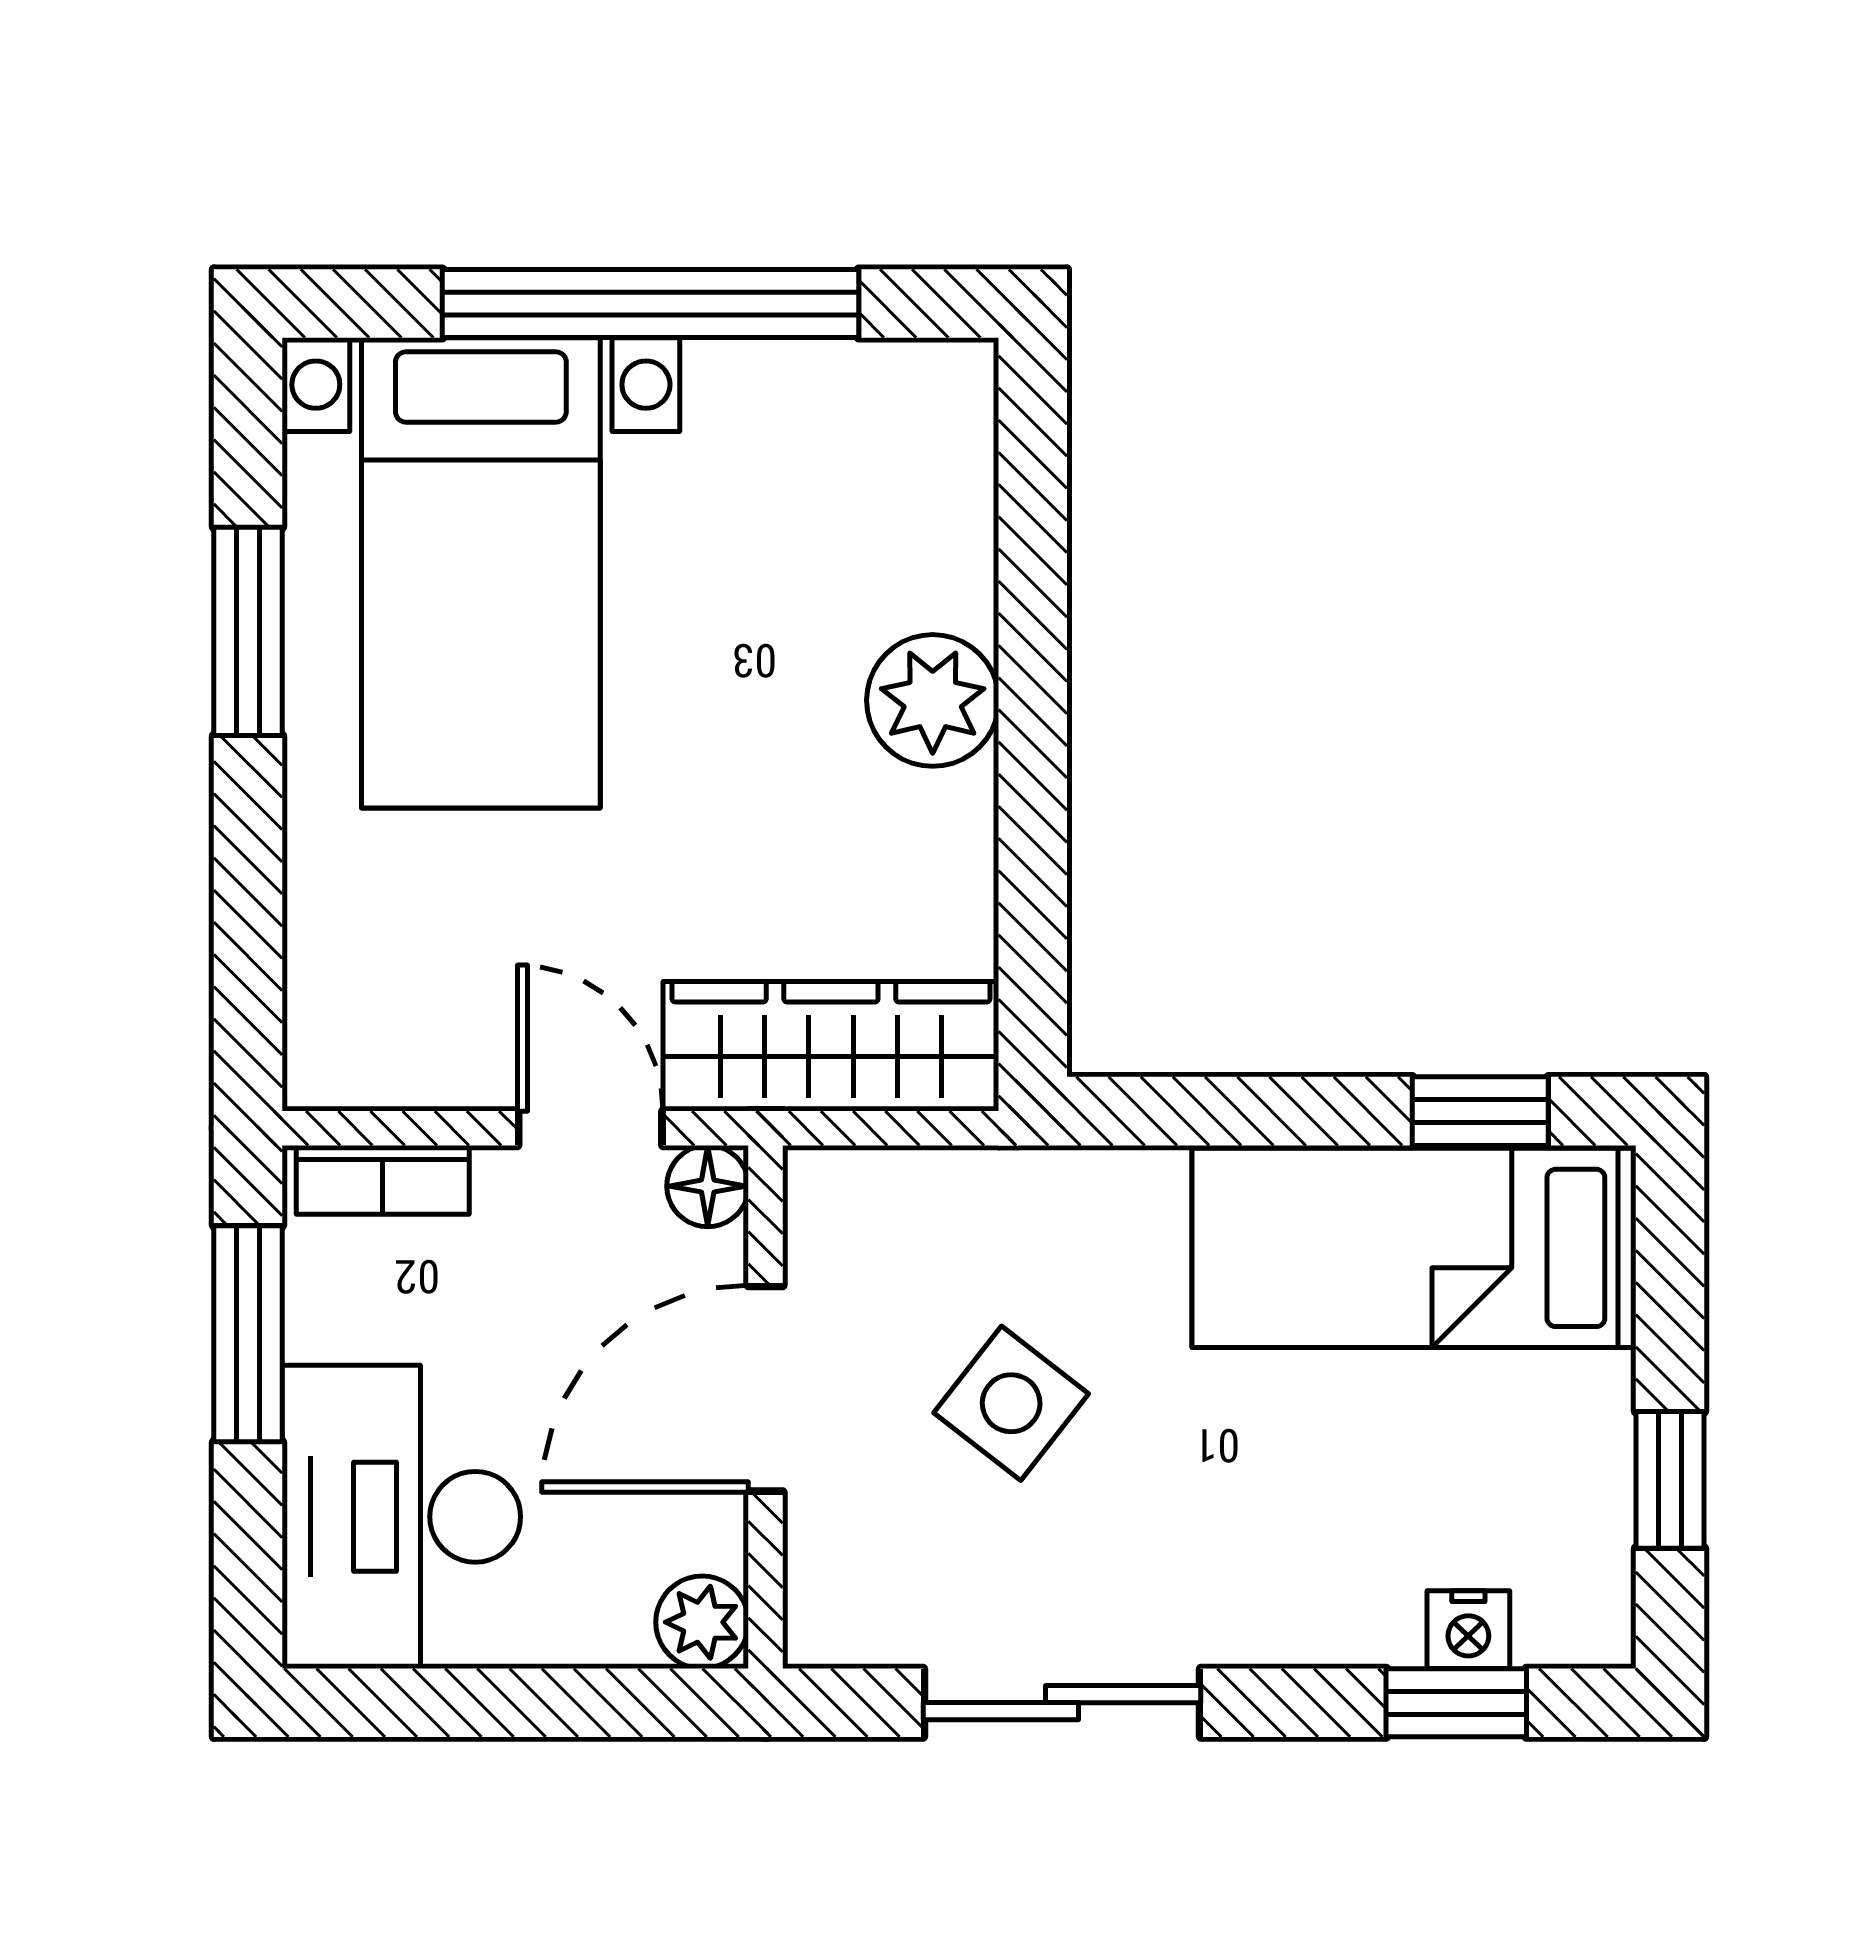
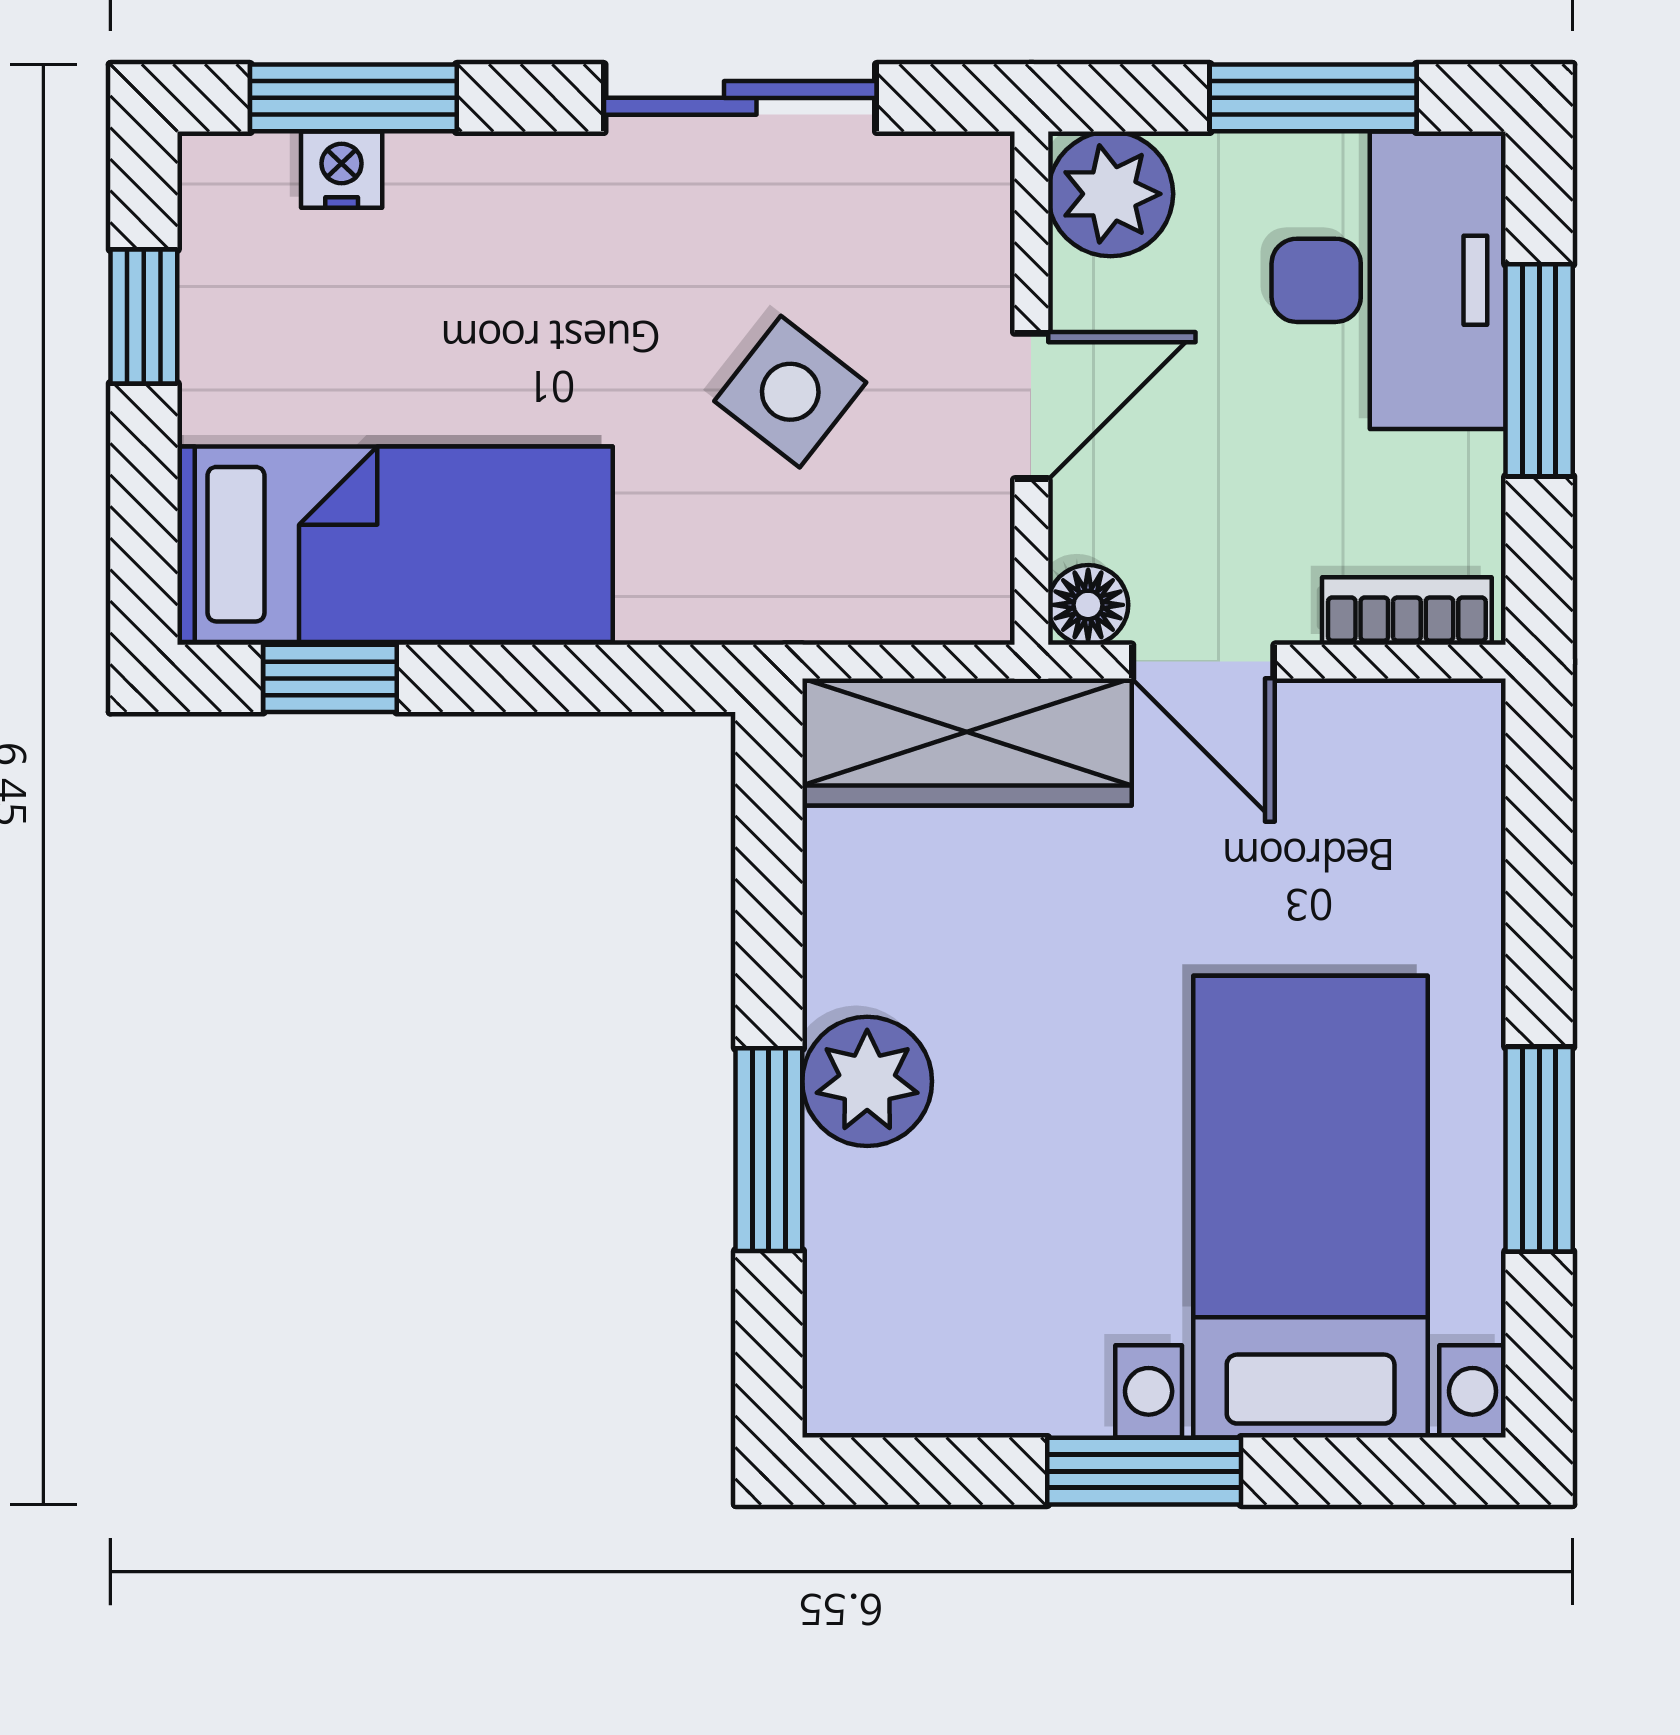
window: (650, 303) -> (1144, 1471), width x0.47
window: (1033, 631) -> (769, 1150), added
window: (248, 1334) -> (1539, 370), moved
door: (766, 1389) -> (1031, 406), width x0.73
plant: (702, 1622) -> (1111, 194), width x1.38, depth x1.38
window: (478, 1703) -> (1313, 98), added
window: (1456, 1703) -> (353, 98), width x1.50

